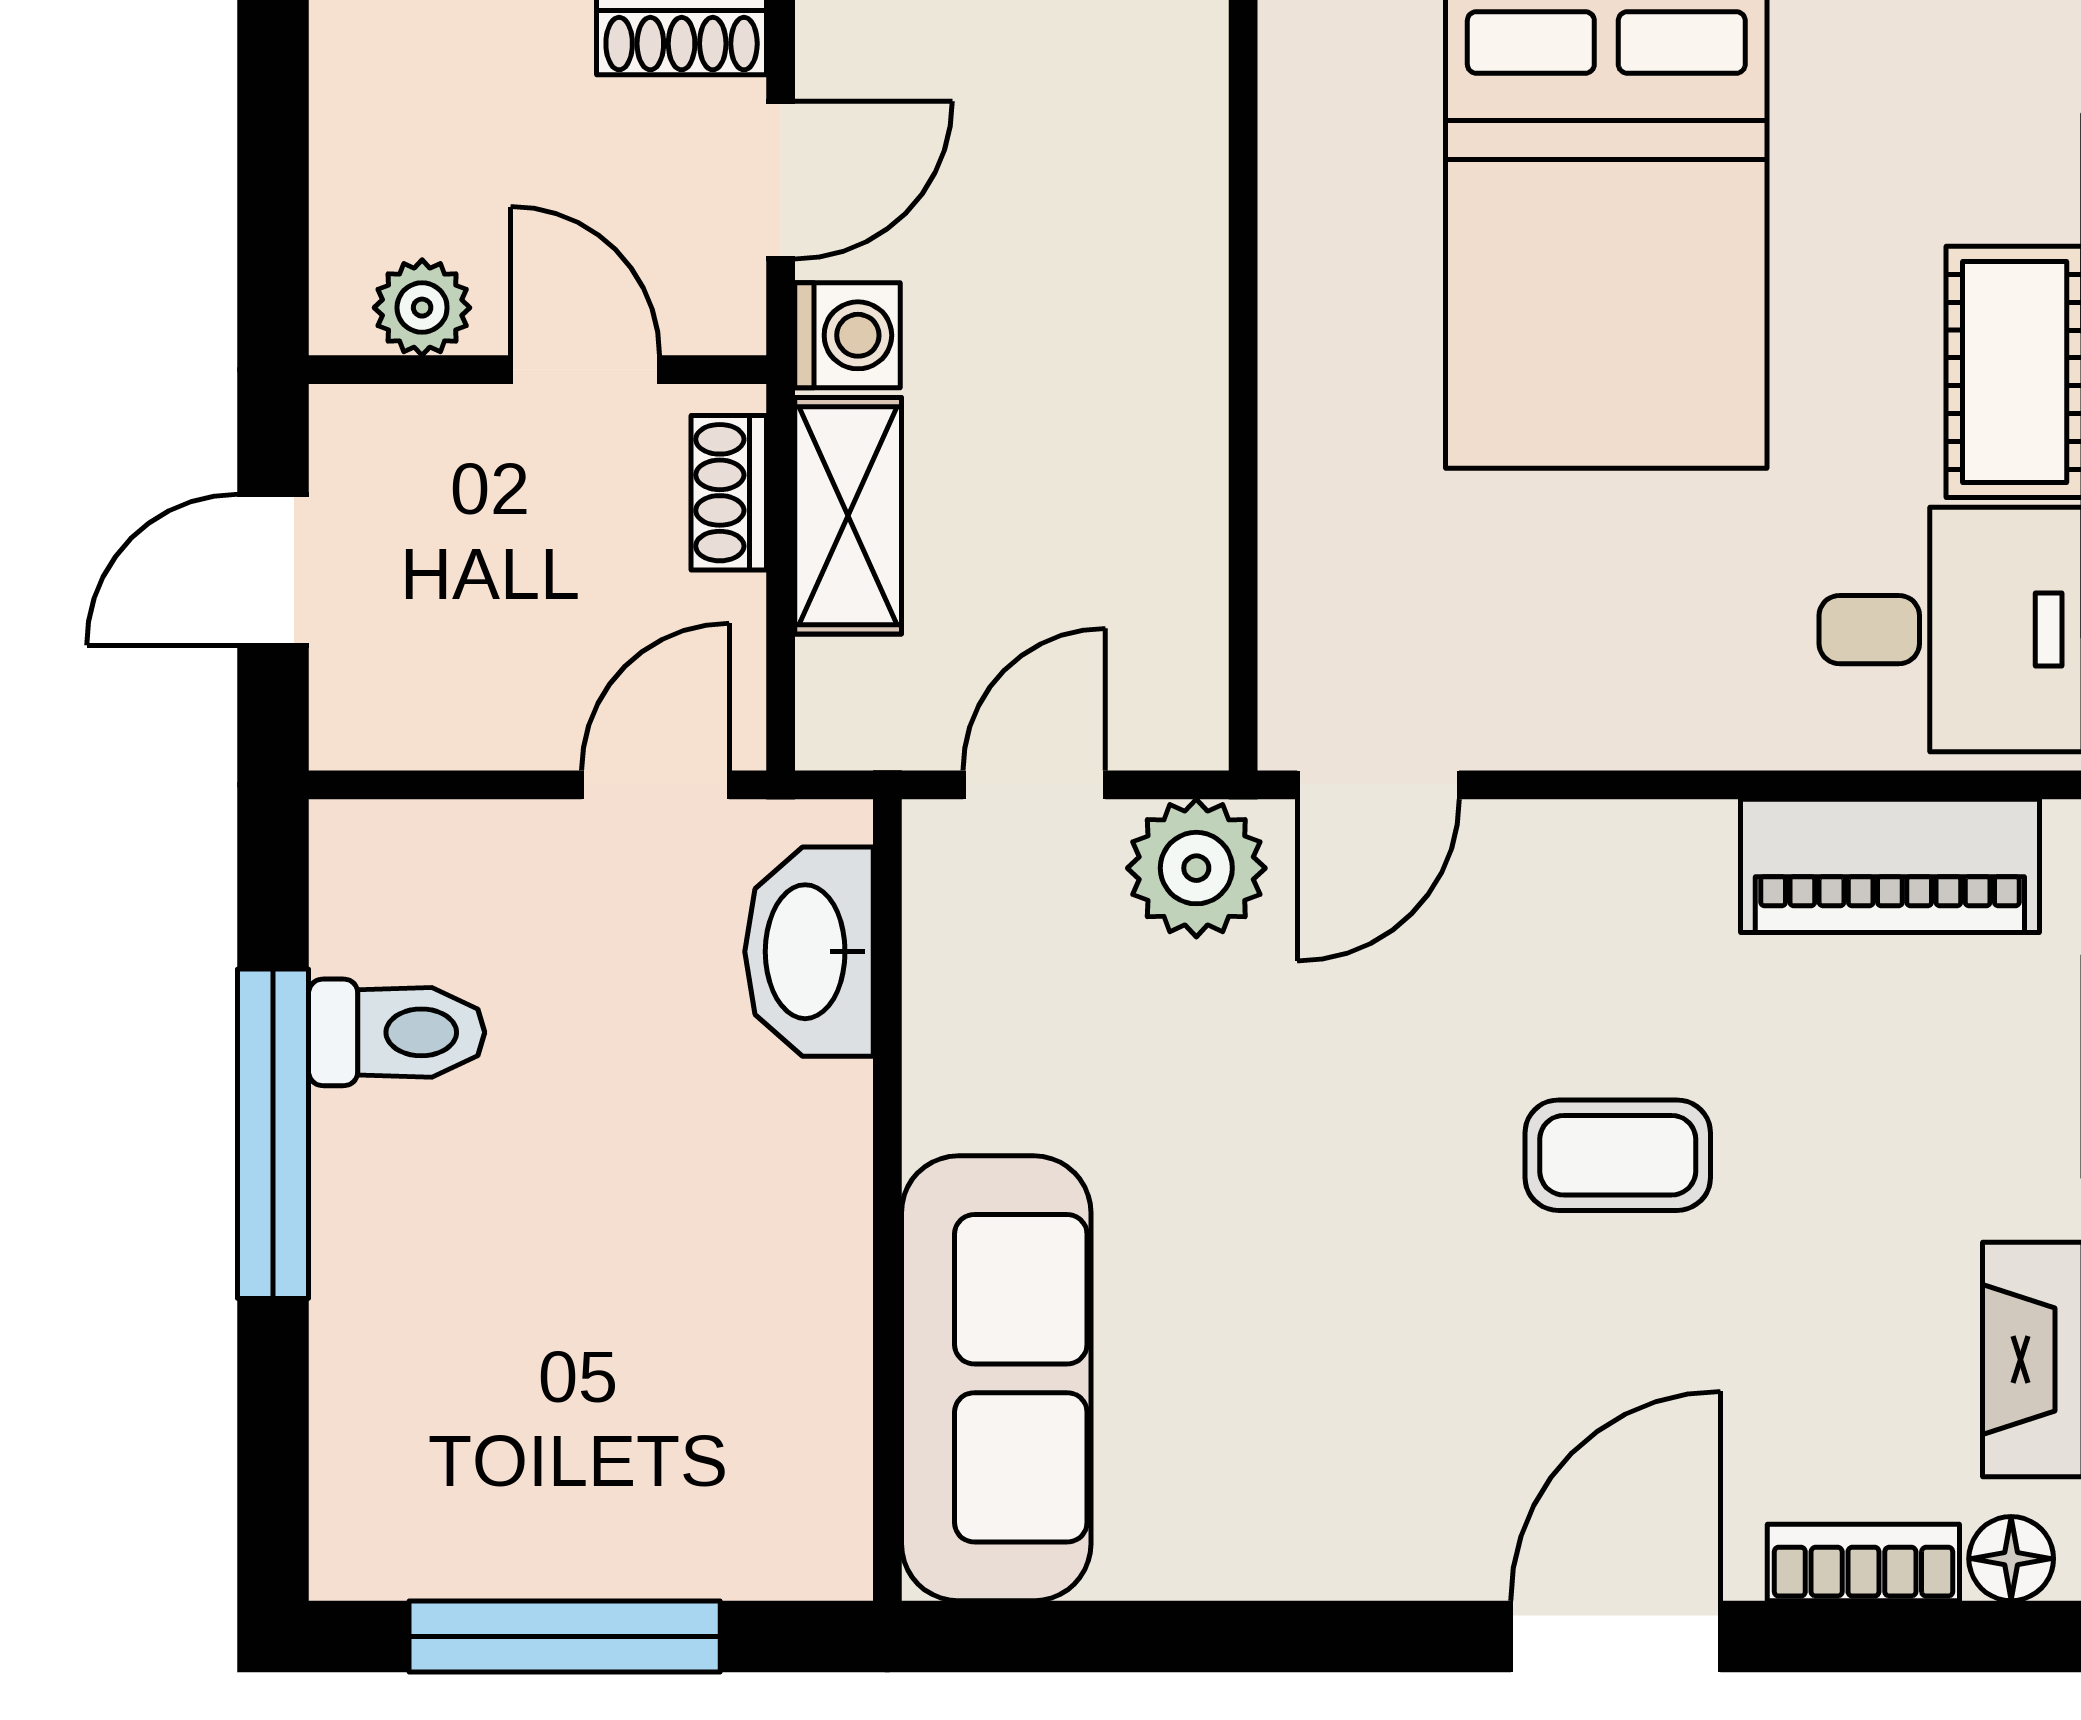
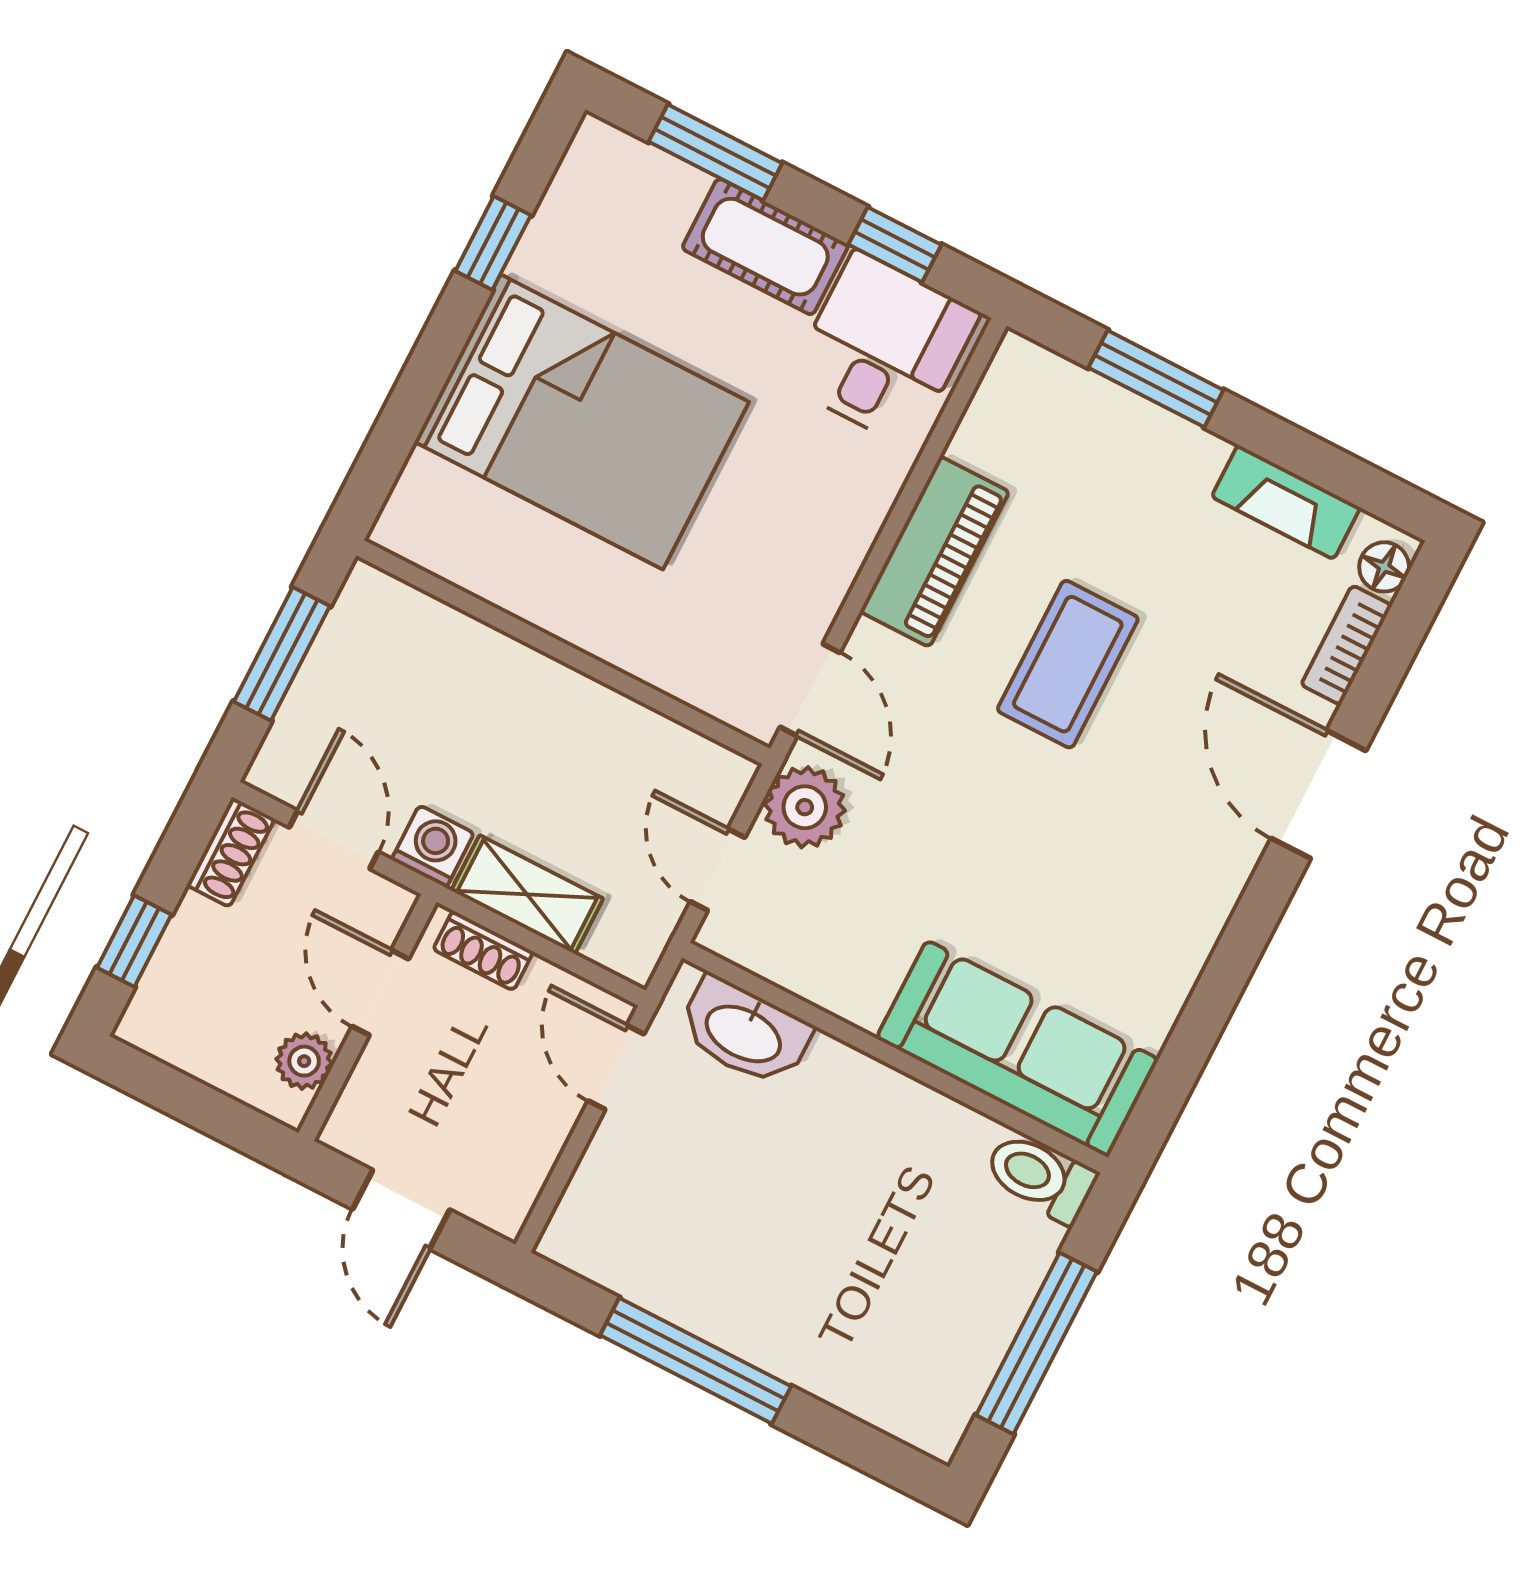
door: (585, 370) -> (380, 993), hinge flipped
piano: (1890, 866) -> (935, 552), moved
toilet: (397, 1032) -> (1040, 1177), moved, turned -90
coffee table: (1618, 1155) -> (1068, 664), width x1.36, depth x1.30

